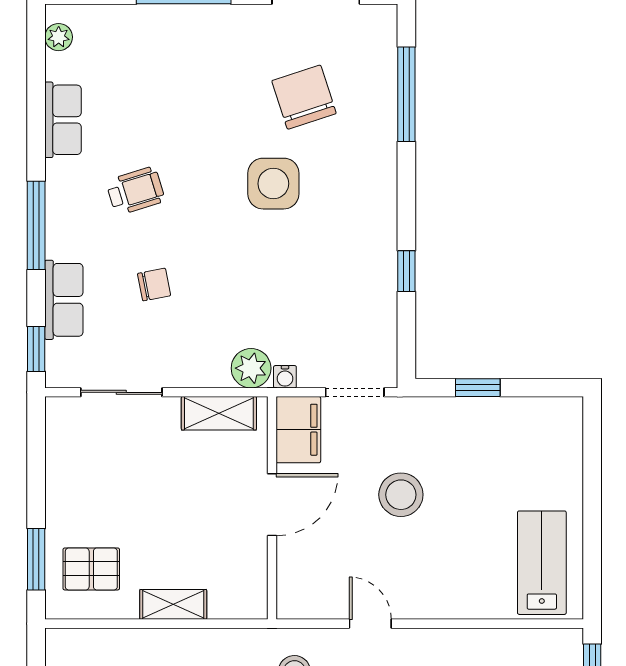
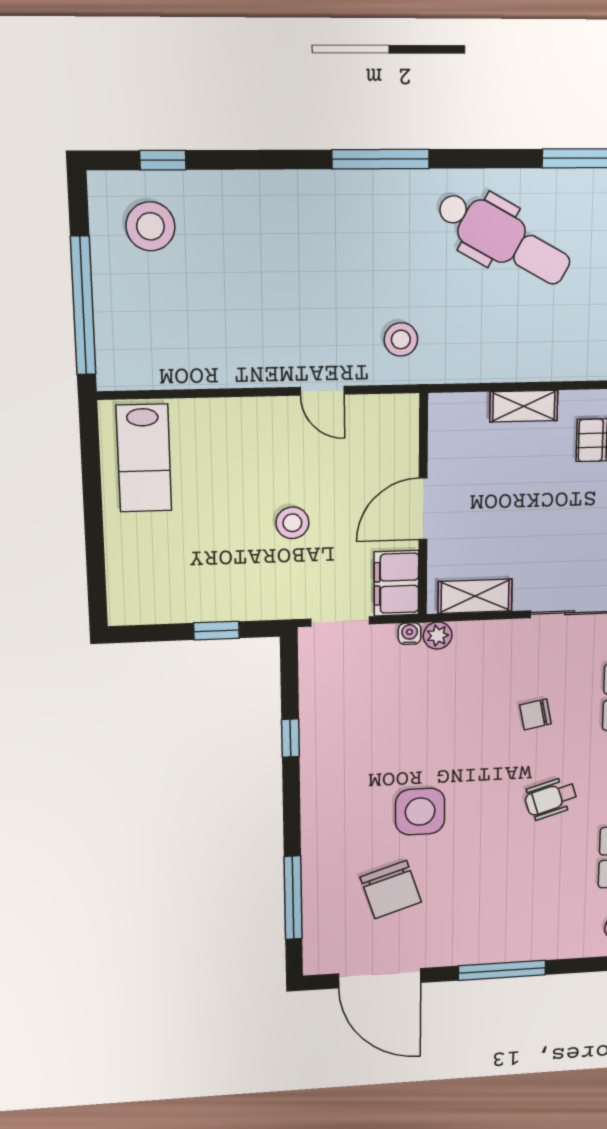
plant: (251, 368) -> (438, 635), width x0.73, depth x0.73
stool: (401, 495) -> (292, 523), width x0.73, depth x0.73

